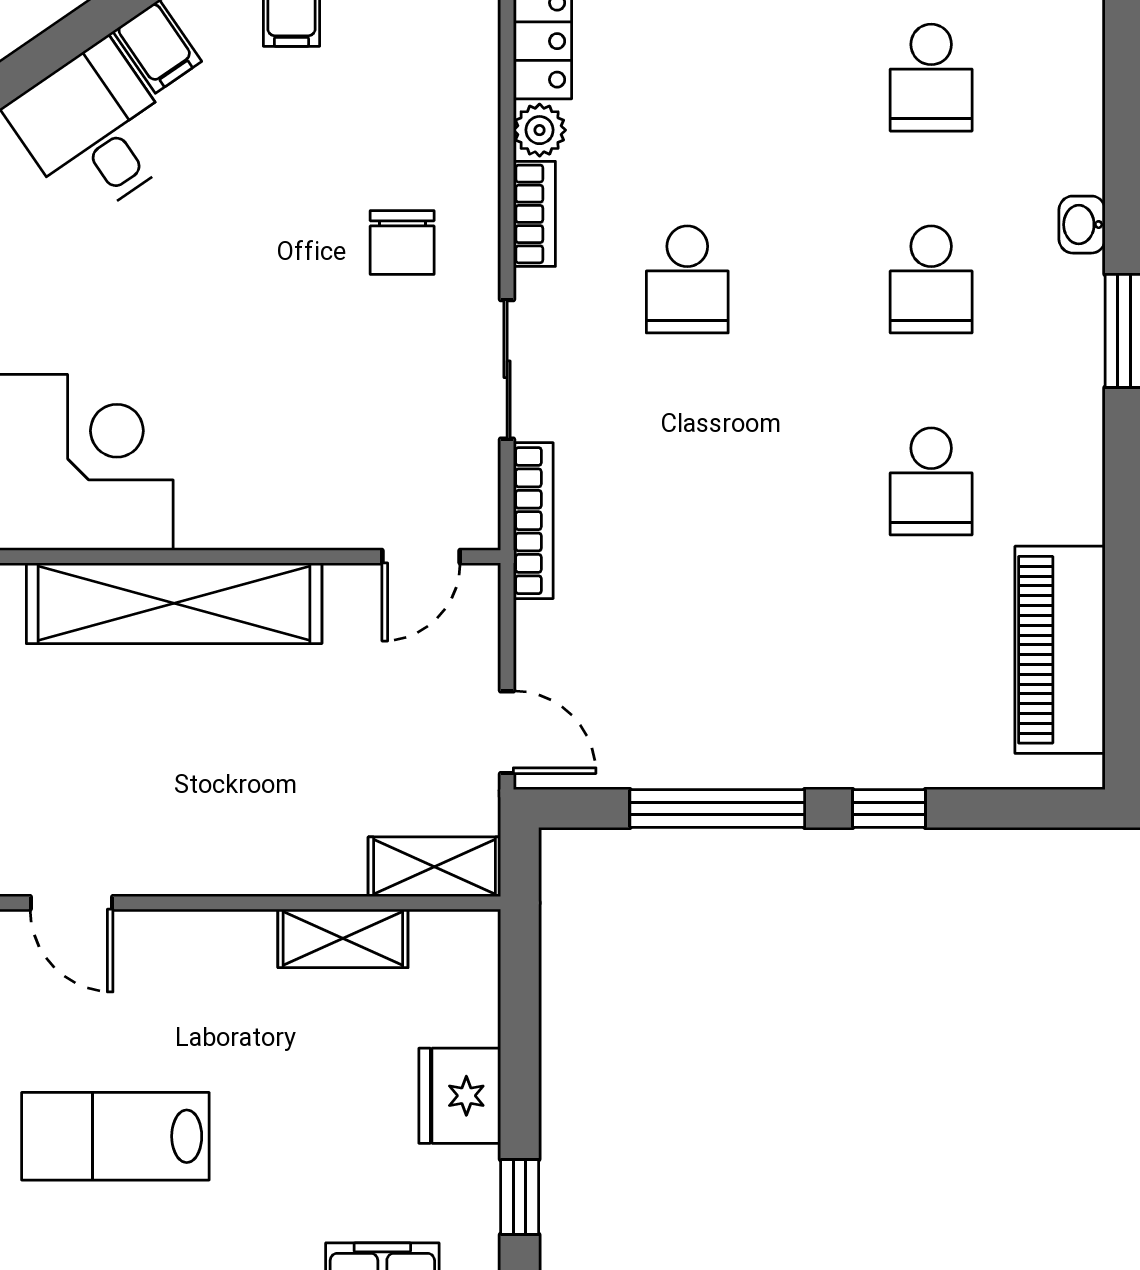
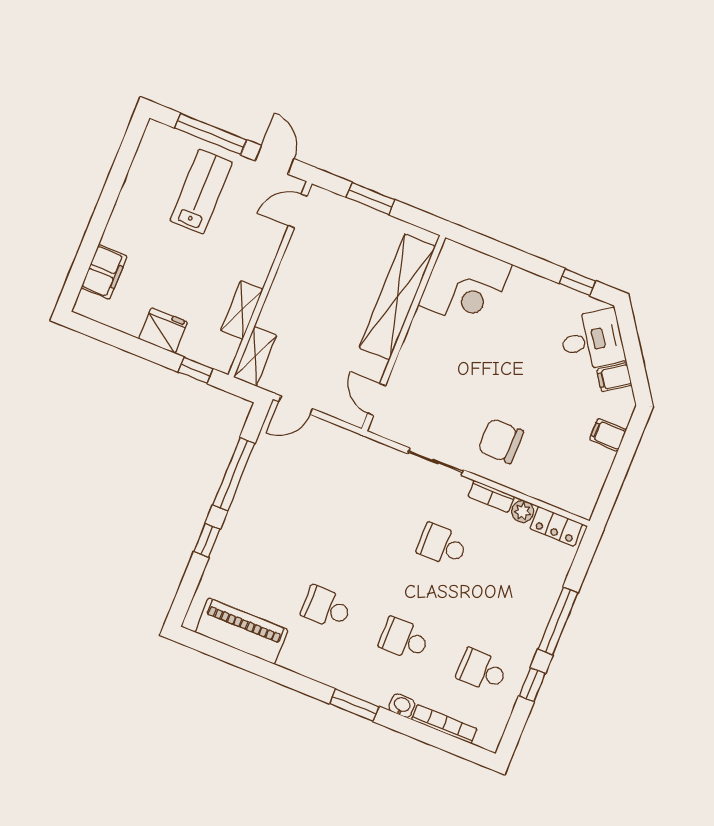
chair: (402, 243) -> (501, 441), width x1.37, depth x1.37
bookcase: (533, 521) -> (444, 724), moved, turned 180
window: (520, 1197) -> (196, 370), moved

